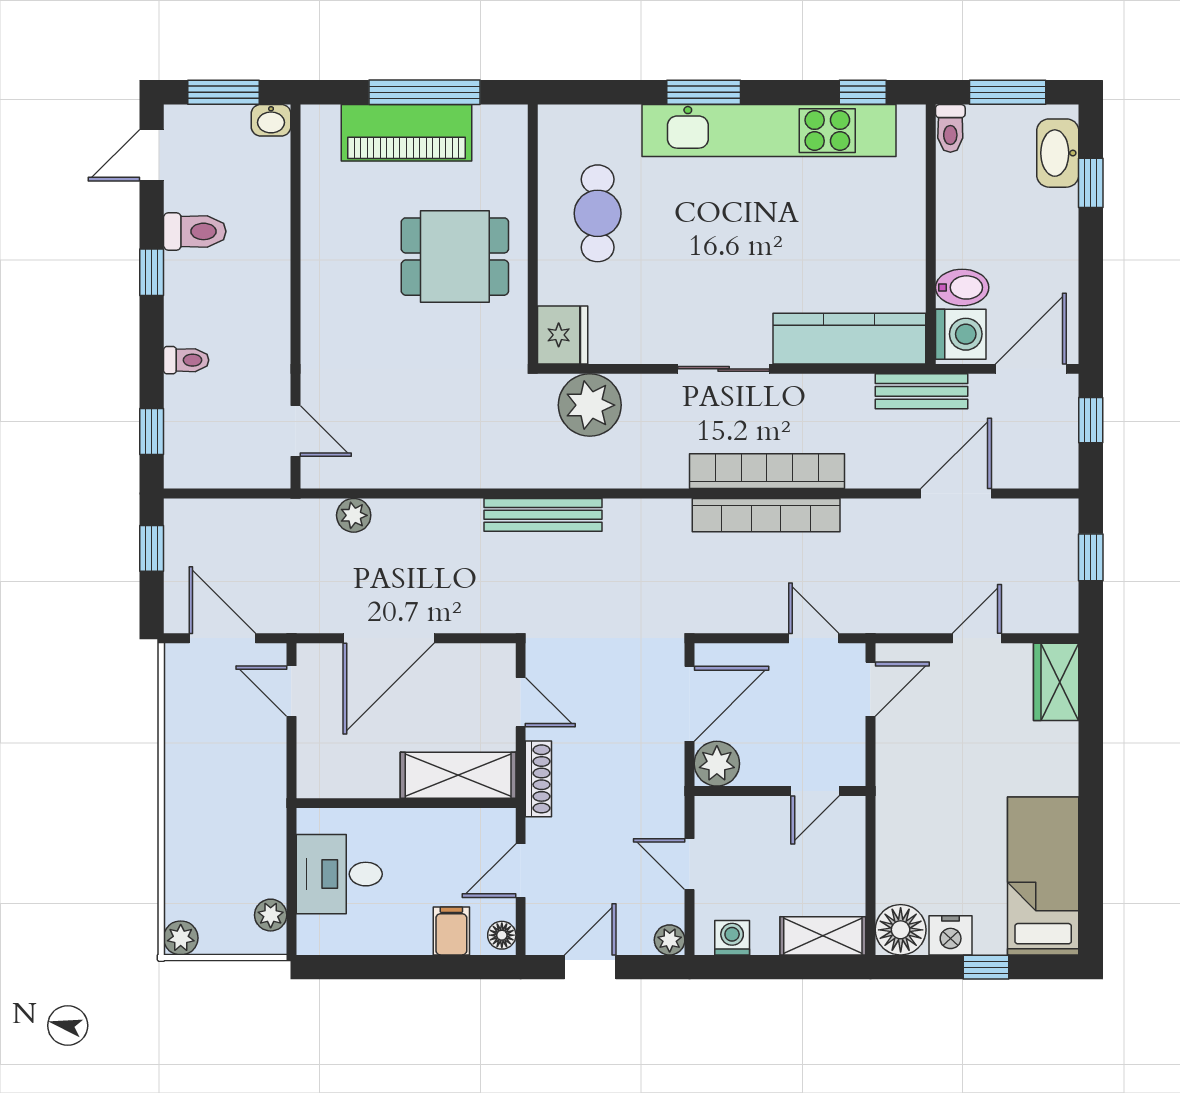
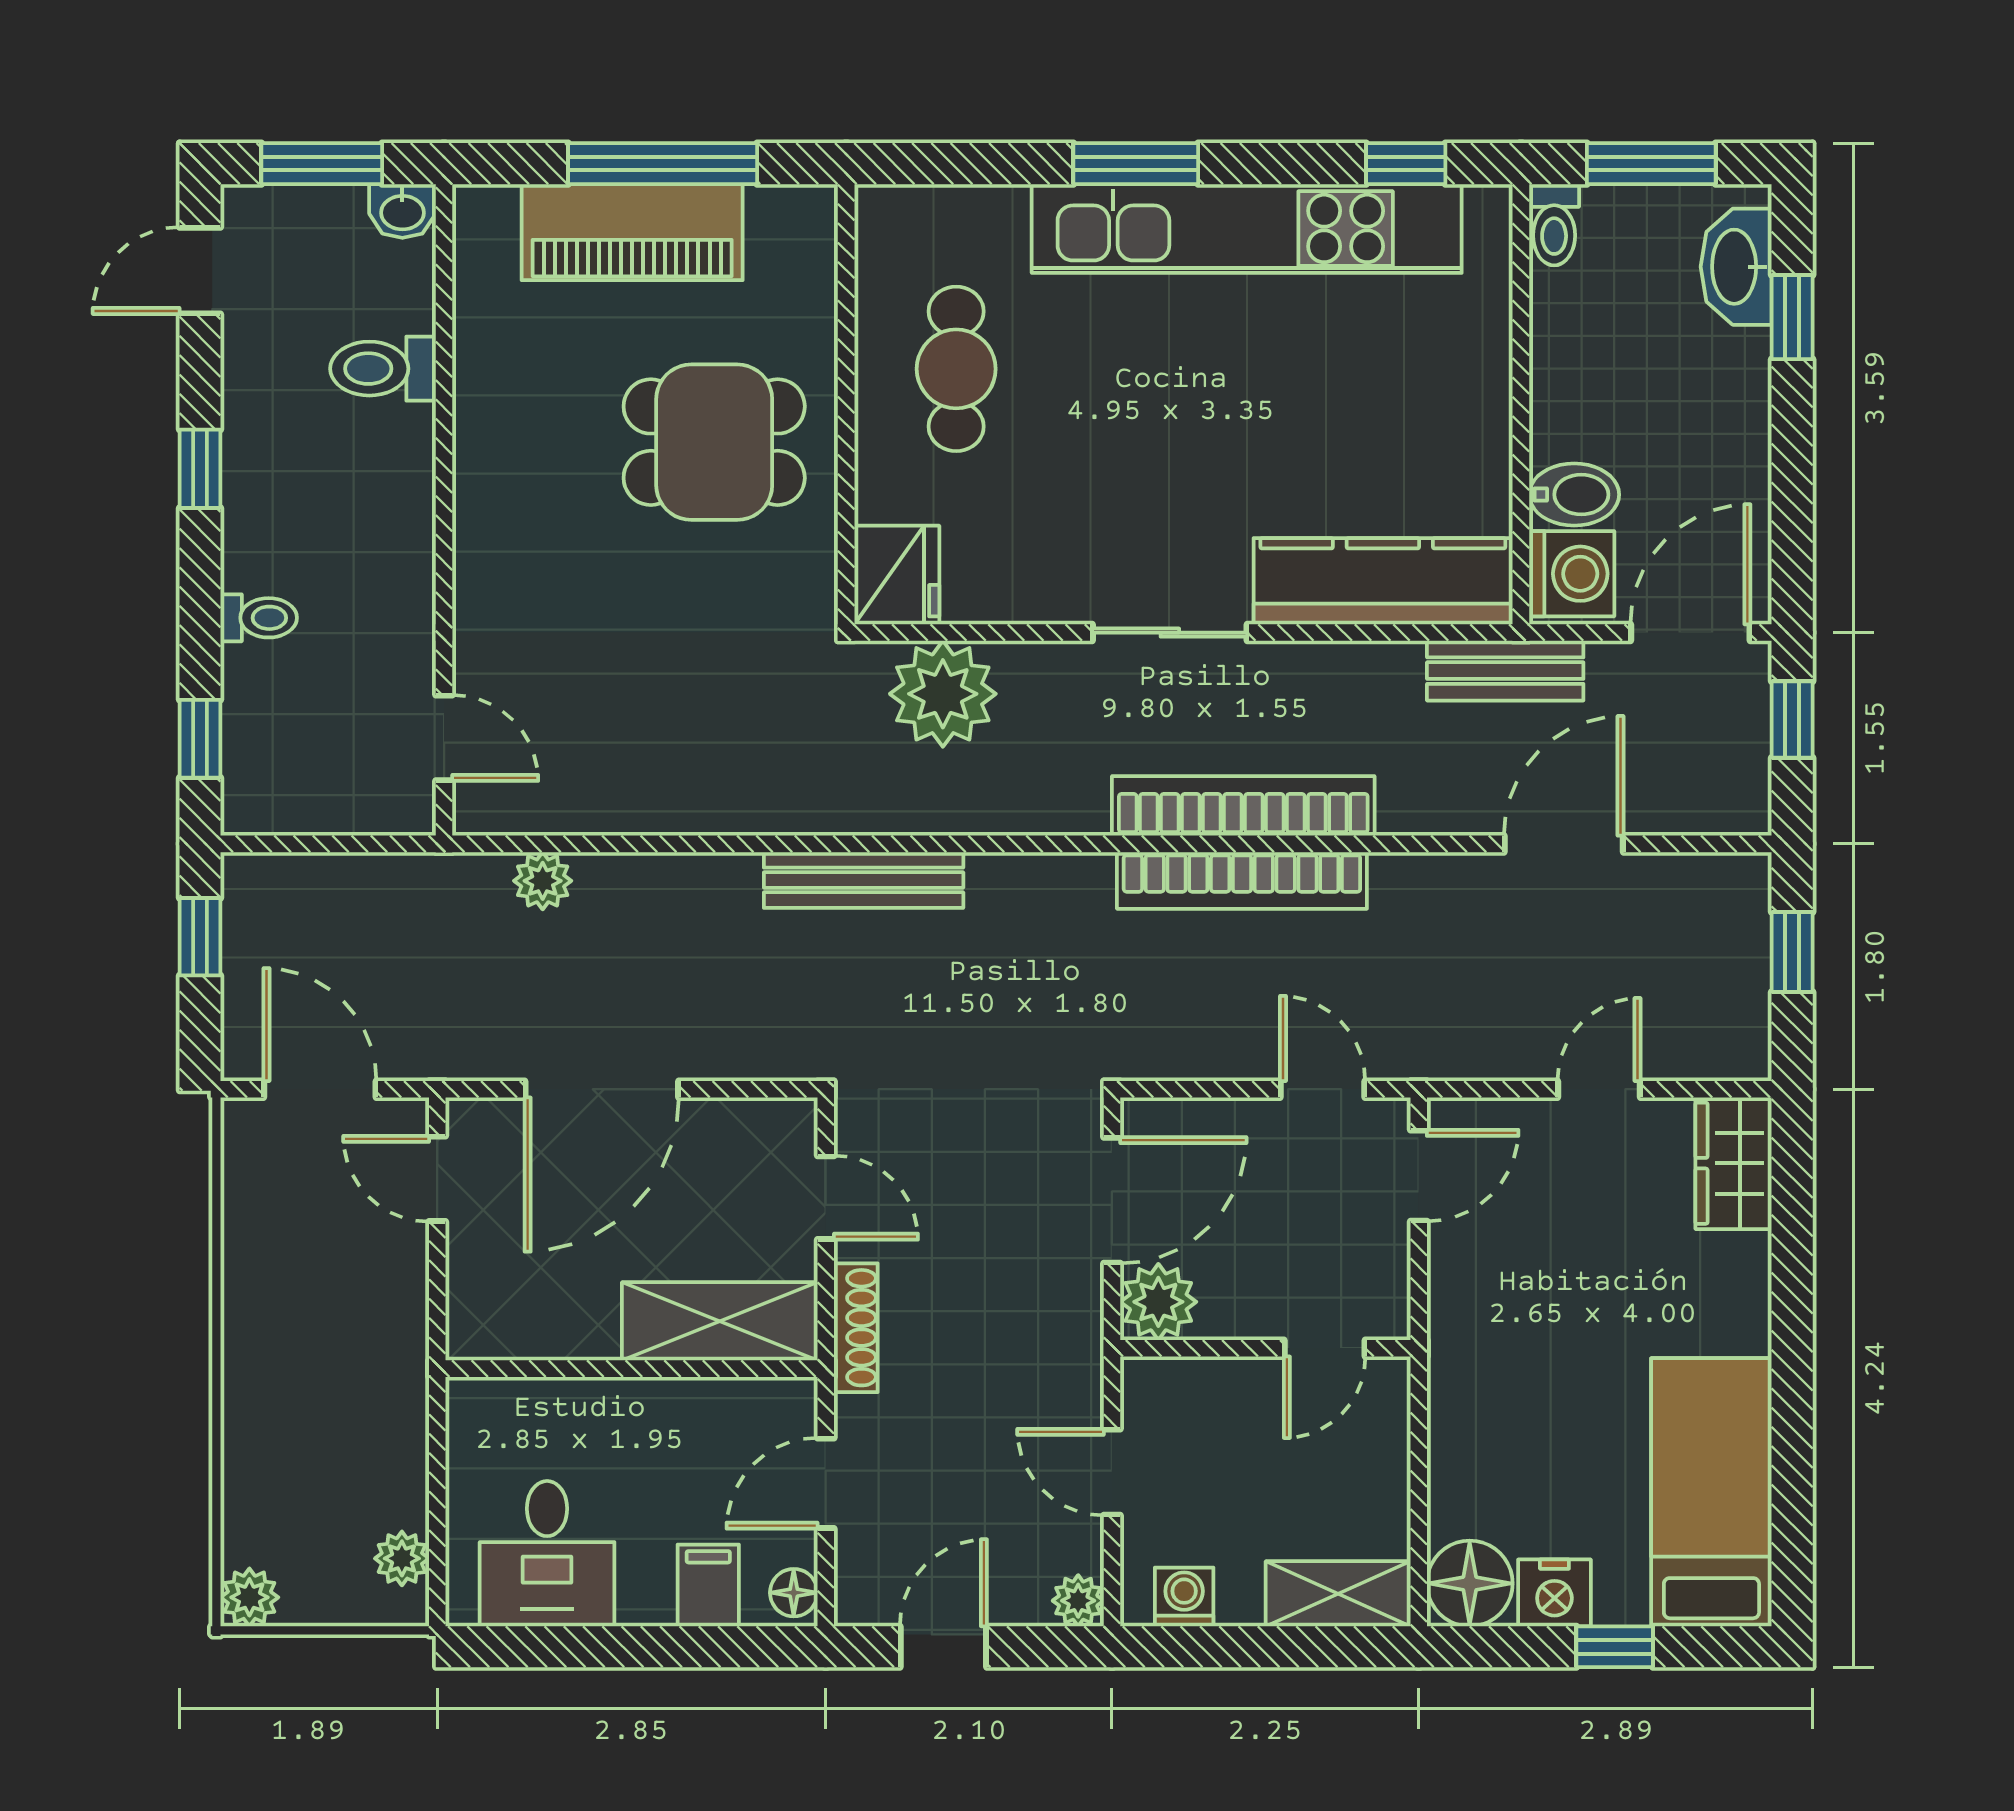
toilet: (195, 231) -> (383, 369), moved, turned 180
desk: (339, 874) -> (547, 1554), moved, turned -90

